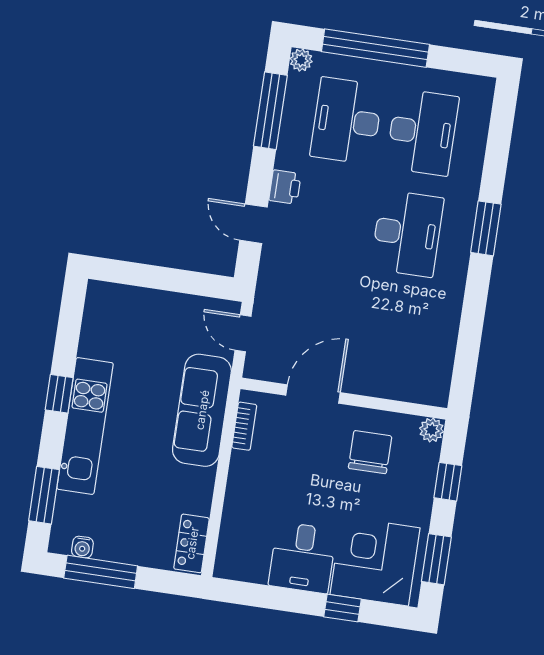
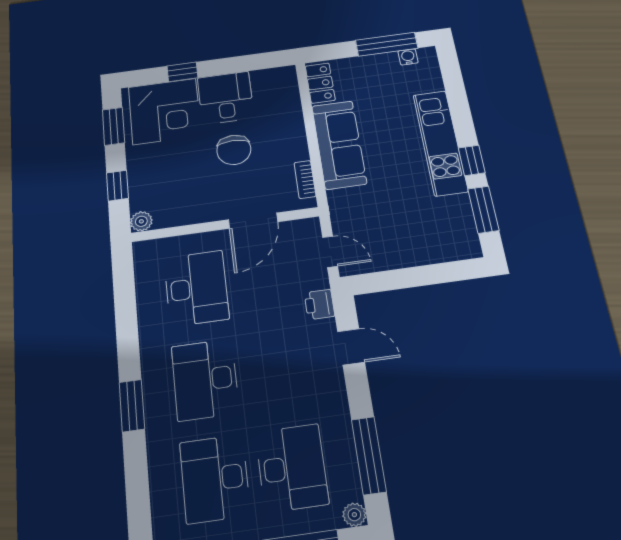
printer: (285, 187) -> (319, 304), moved
desk: (392, 334) -> (196, 288), added
sofa: (202, 410) -> (339, 145), moved
chair: (370, 452) -> (234, 150), moved
window: (44, 495) -> (483, 210), moved

